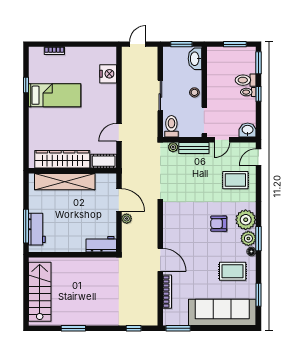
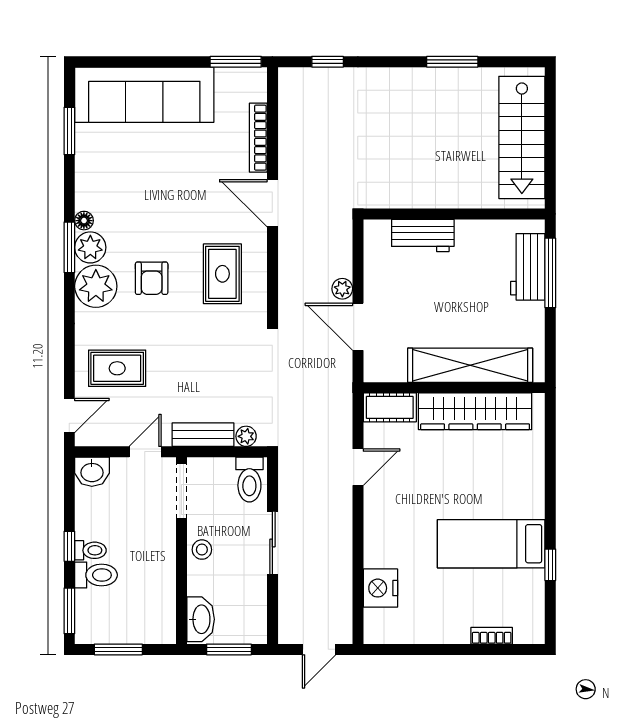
armchair: (219, 224) -> (152, 278), turned 90
workbench: (101, 244) -> (423, 235), moved
rug: (233, 271) -> (222, 274), moved, turned 90

